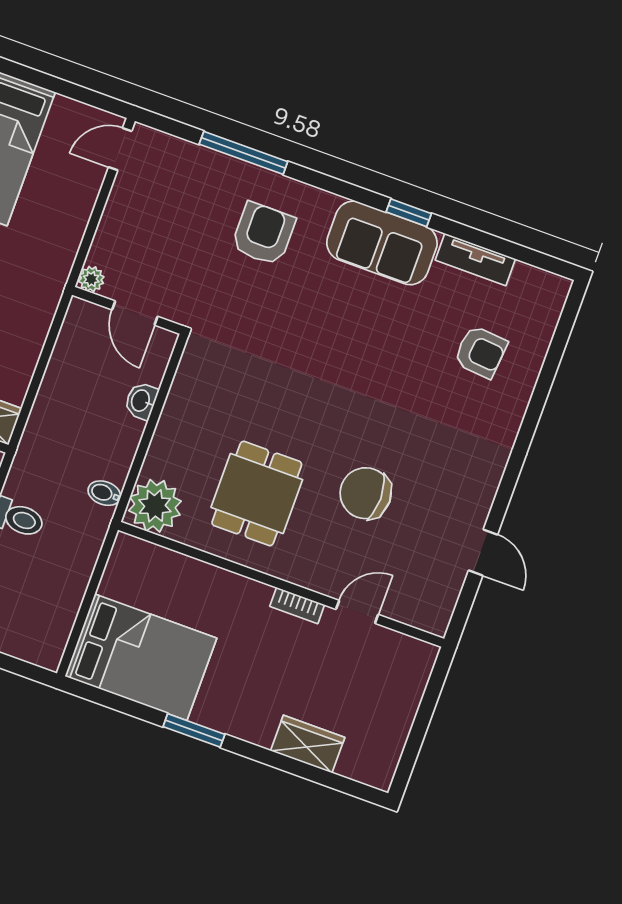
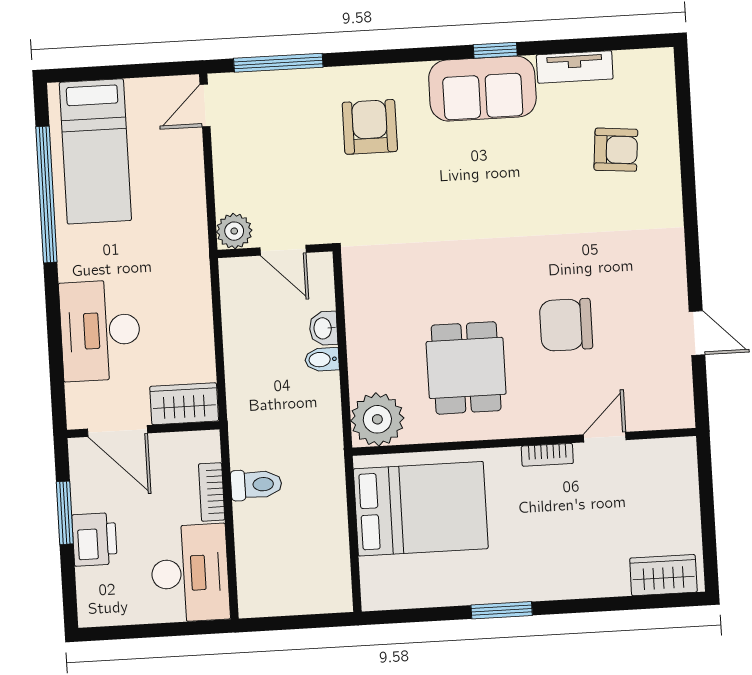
window: (243, 153) -> (278, 63), moved
plant: (91, 279) -> (234, 231), width x1.38, depth x1.38
bidet: (104, 493) -> (322, 359), moved
bed: (141, 657) -> (421, 509), moved
wardrobe: (308, 744) -> (663, 575), moved

